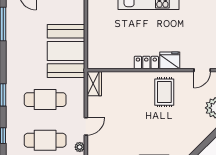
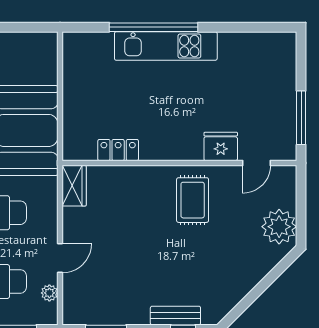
fridge: (170, 60) -> (221, 146), moved
locker: (146, 63) -> (118, 150), moved

